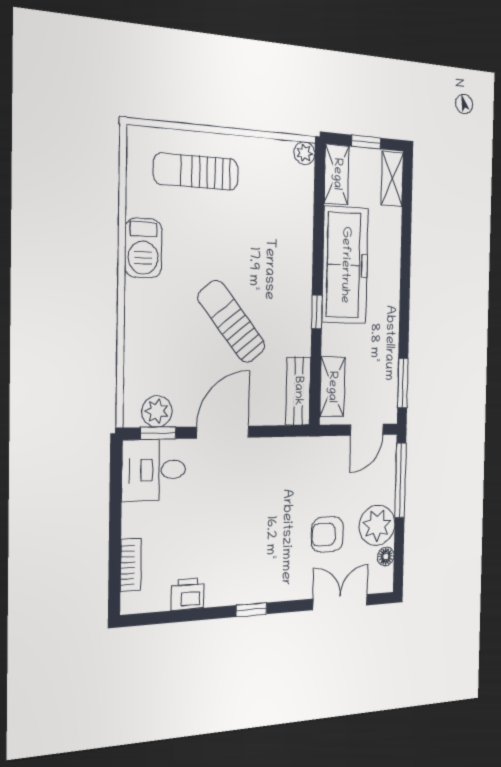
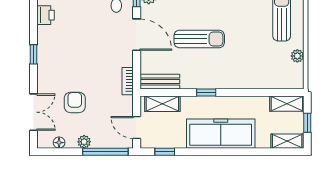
plant: (304, 153) -> (297, 56), moved
freezer: (345, 265) -> (221, 134), moved, turned 180
sun lounger: (232, 322) -> (199, 39), turned 39
window: (403, 383) -> (165, 152), width x0.67
bookcase: (297, 446) -> (128, 81), added
plant: (377, 525) -> (84, 142), width x0.53, depth x0.53

